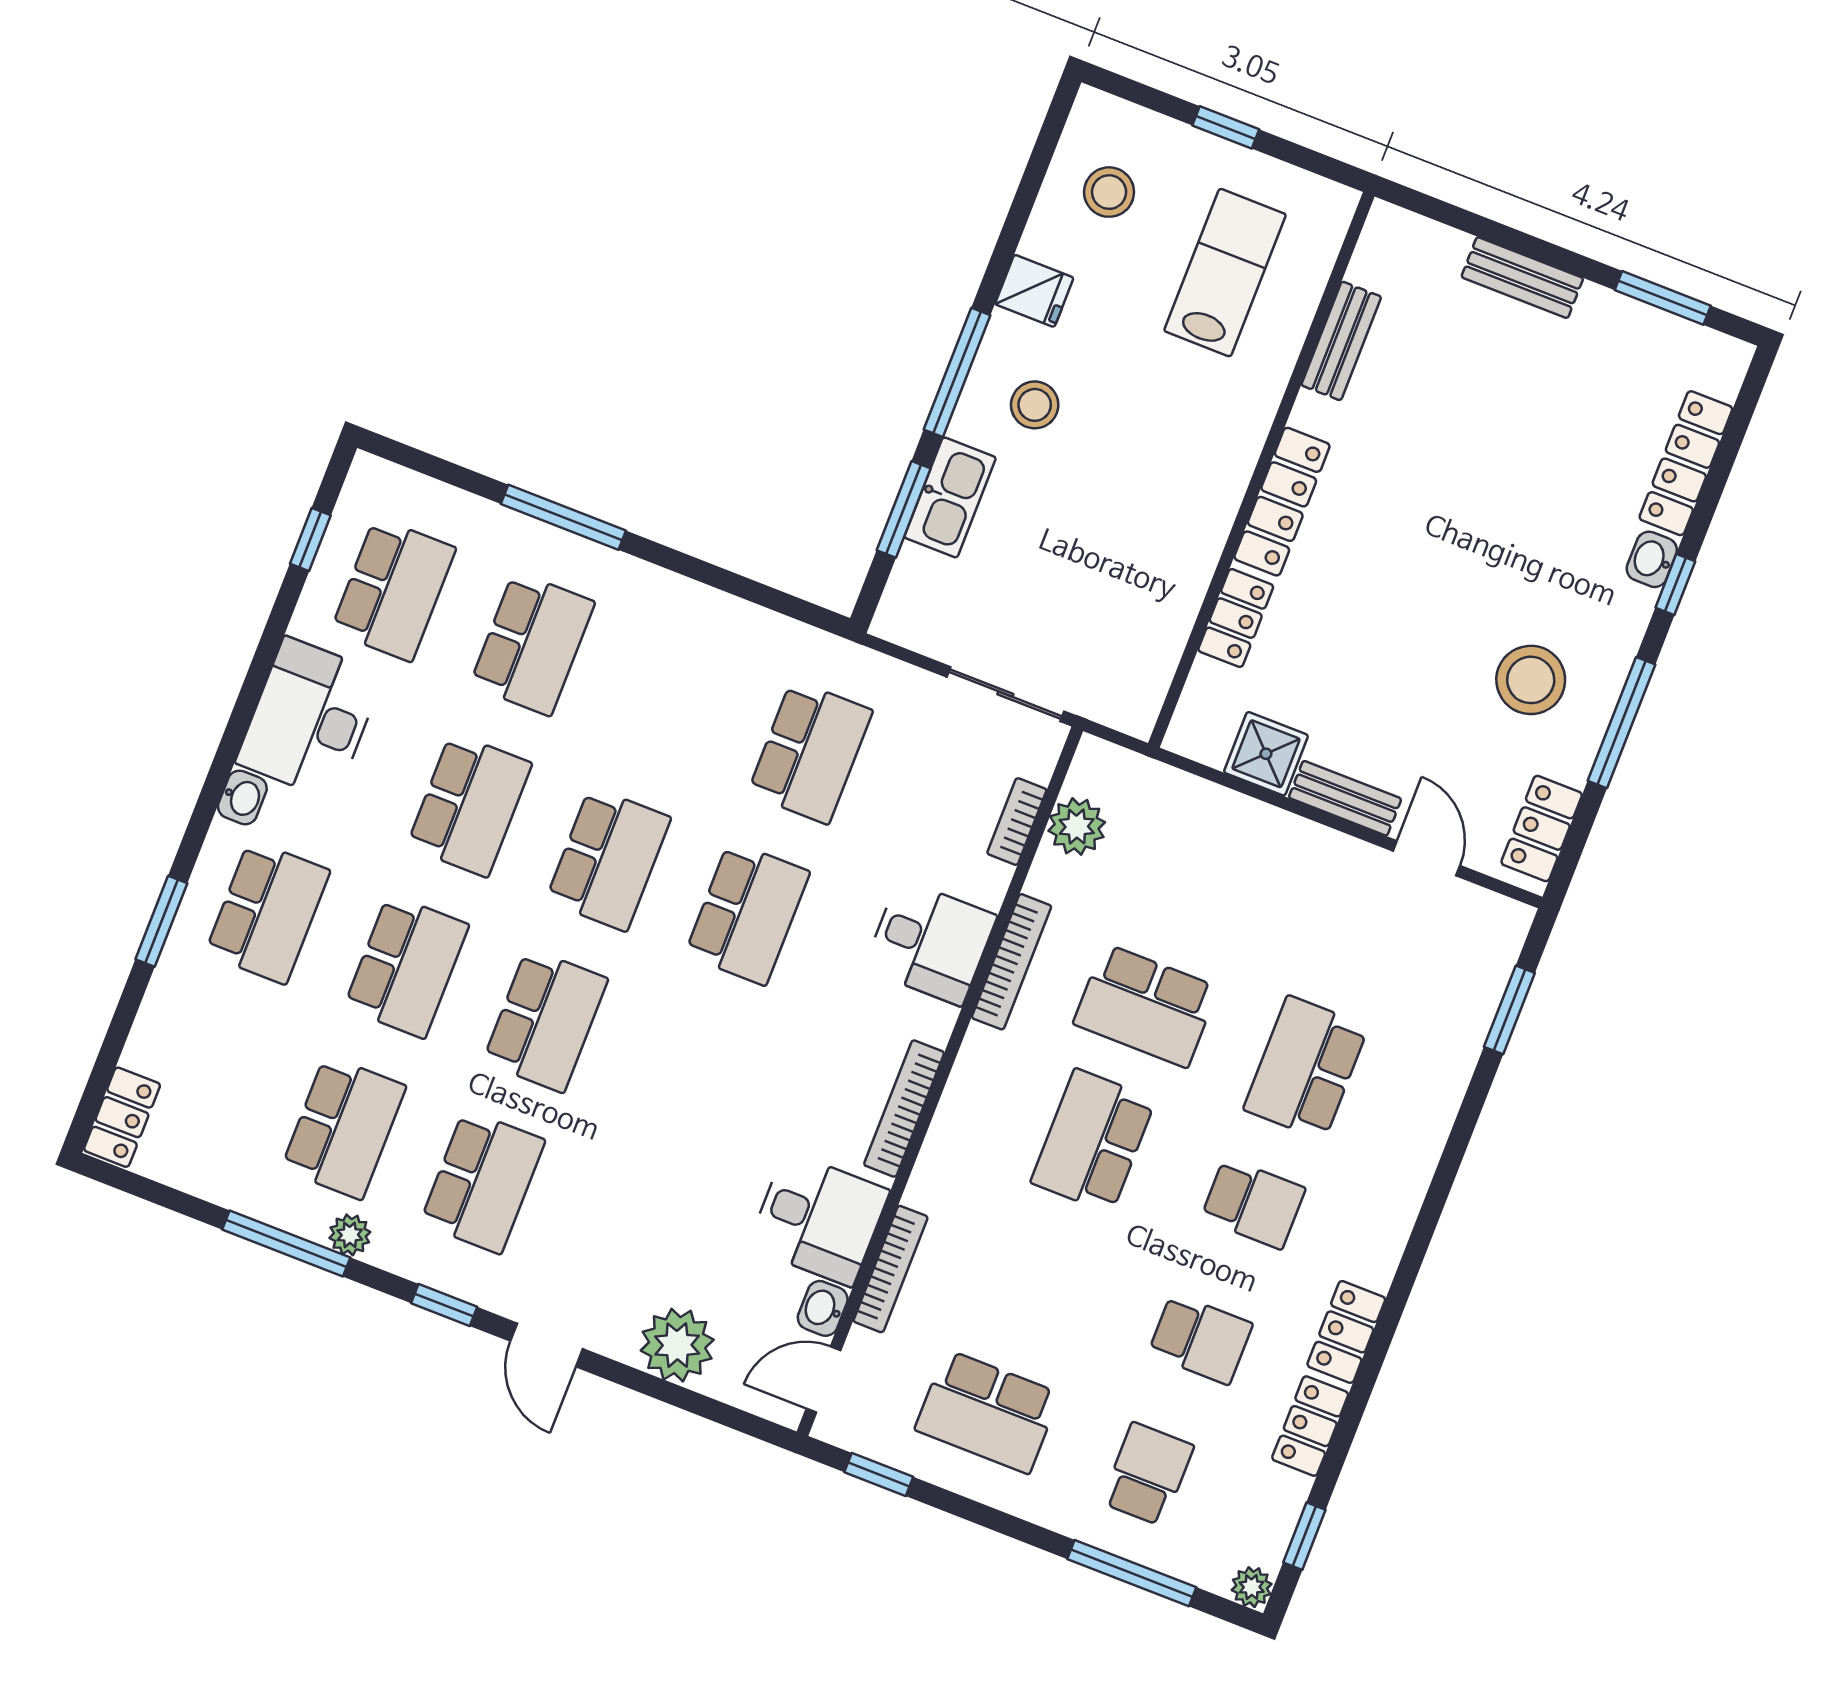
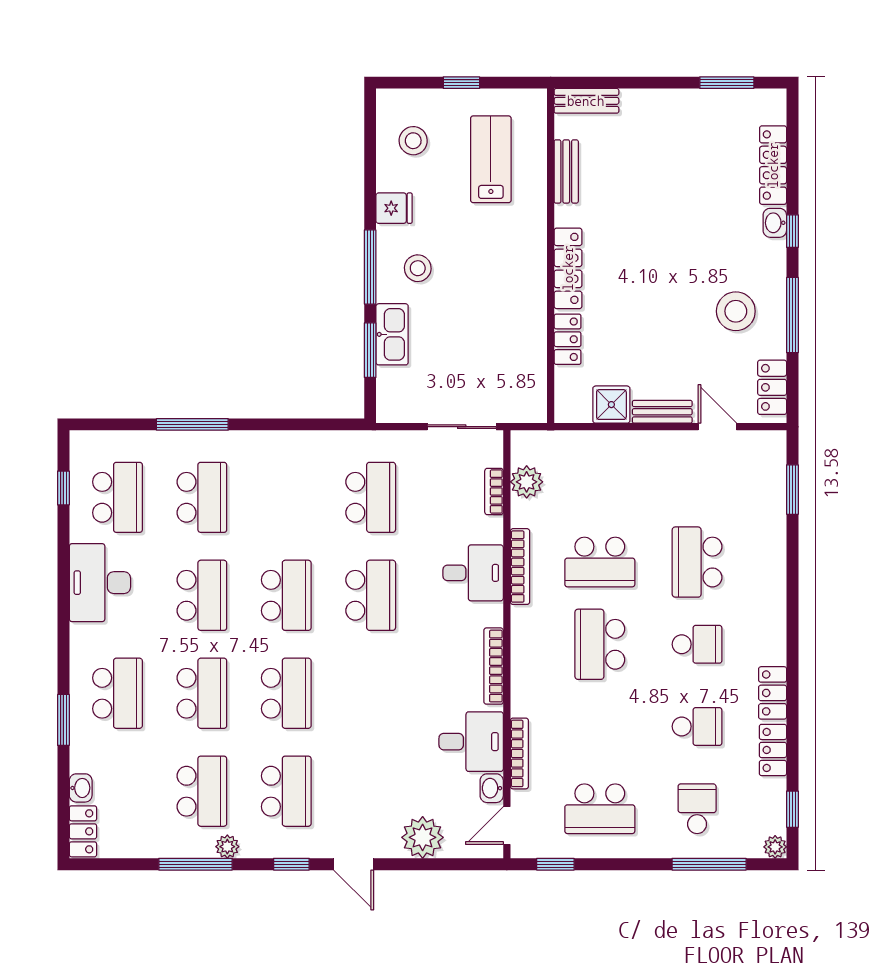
bench: (1522, 278) -> (586, 101), moved
washbasin: (242, 797) -> (81, 788), moved

